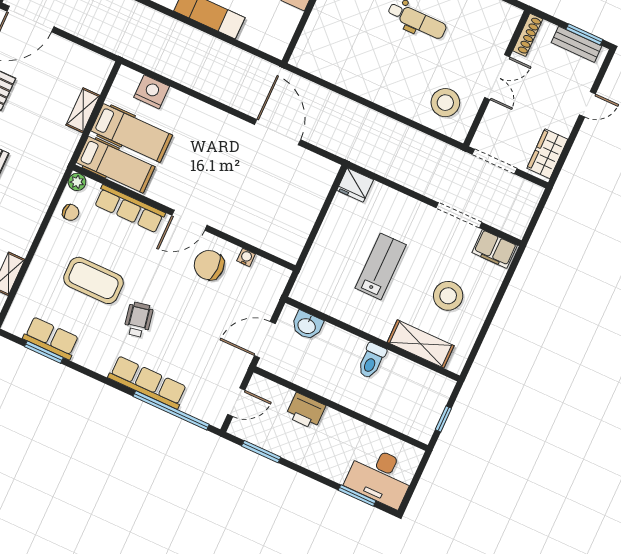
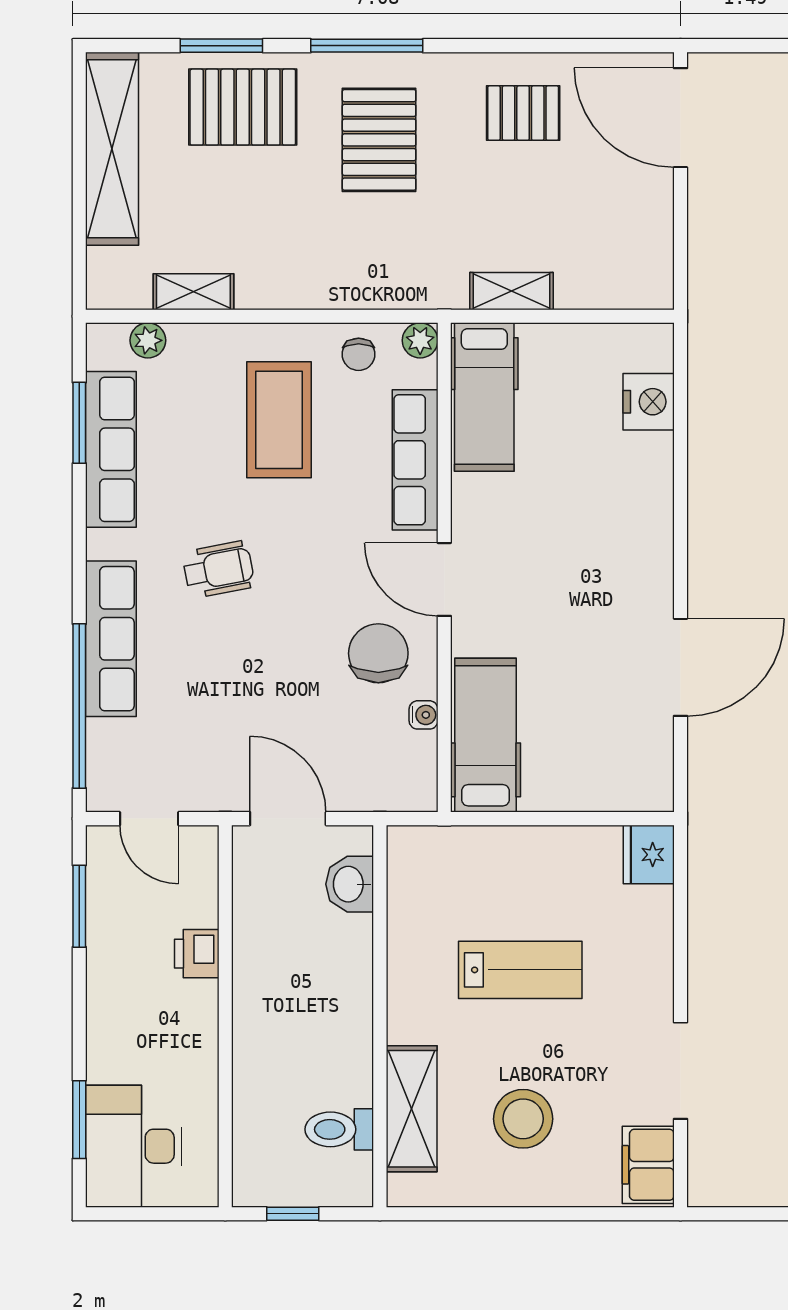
shelving: (83, 110) -> (511, 291), moved
hospital bed: (132, 133) -> (486, 735), moved, turned 180
coffee table: (93, 280) -> (279, 420), moved
plant: (21, 304) -> (148, 340), added
row of seats: (51, 338) -> (111, 449), width x1.48
toilet: (372, 361) -> (339, 1129), moved
printer: (306, 411) -> (197, 954), width x0.73, depth x0.81

